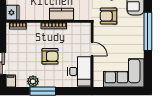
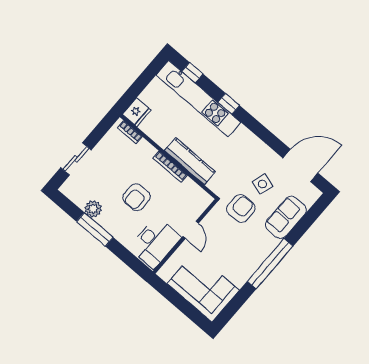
kitchen counter: (62, 14) -> (190, 161), width x1.50
armchair: (109, 16) -> (241, 209), turned 89
armchair: (50, 56) -> (137, 197), turned 90
filing cabinet: (11, 81) -> (69, 187), removed

